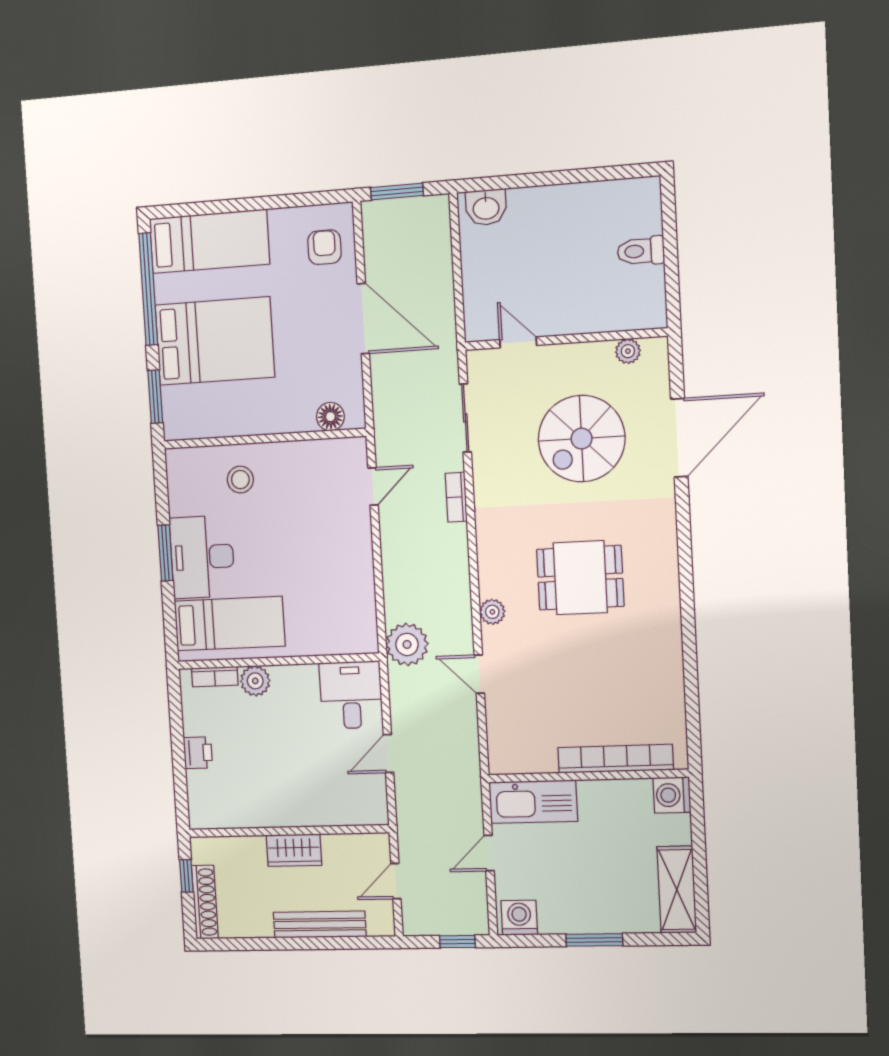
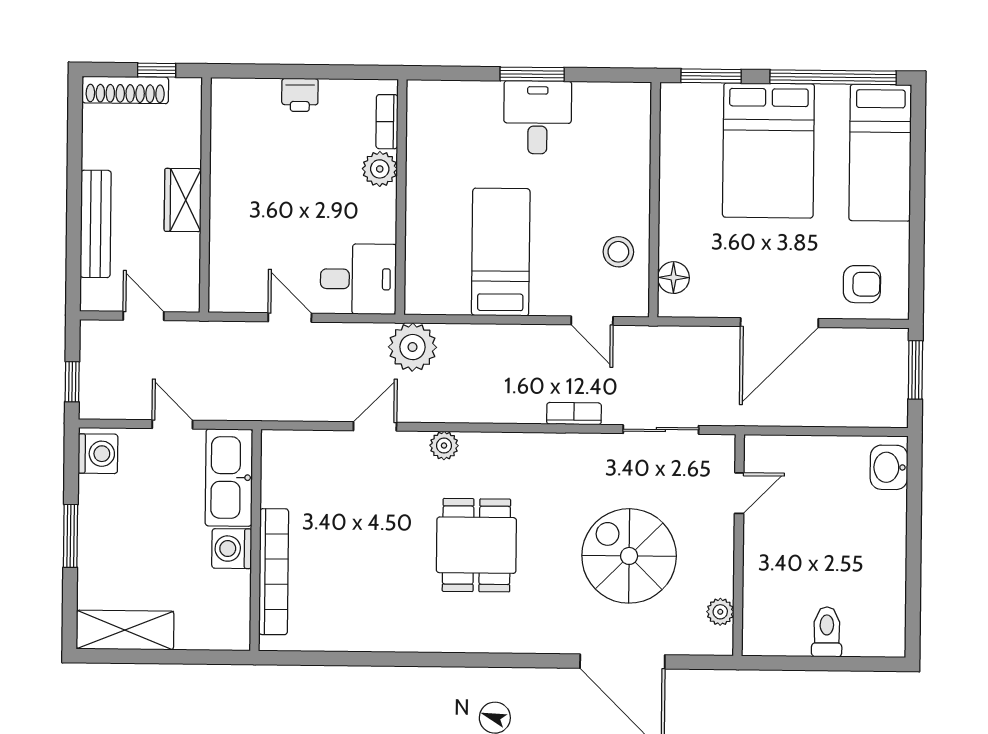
stool: (240, 480) -> (618, 252), moved
desk: (202, 557) -> (538, 117), width x0.73
bed: (229, 624) -> (501, 252), moved, turned 180
washing machine: (672, 795) -> (232, 549), moved, turned -90

